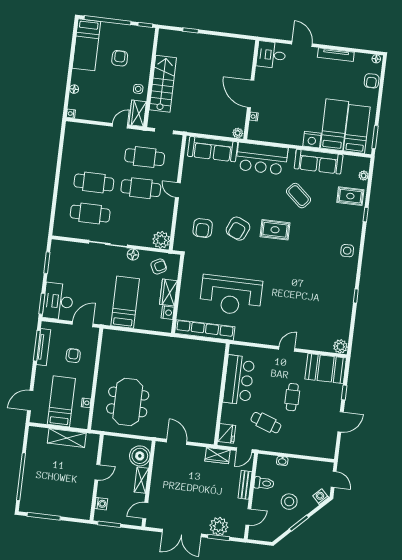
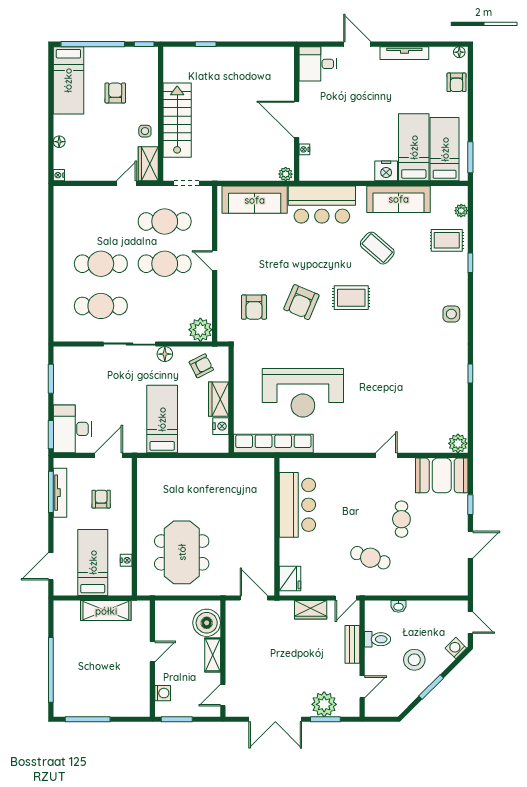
bar counter: (239, 380) -> (297, 505), moved
wall: (222, 394) -> (277, 527), moved
fridge: (227, 433) -> (290, 578), moved

